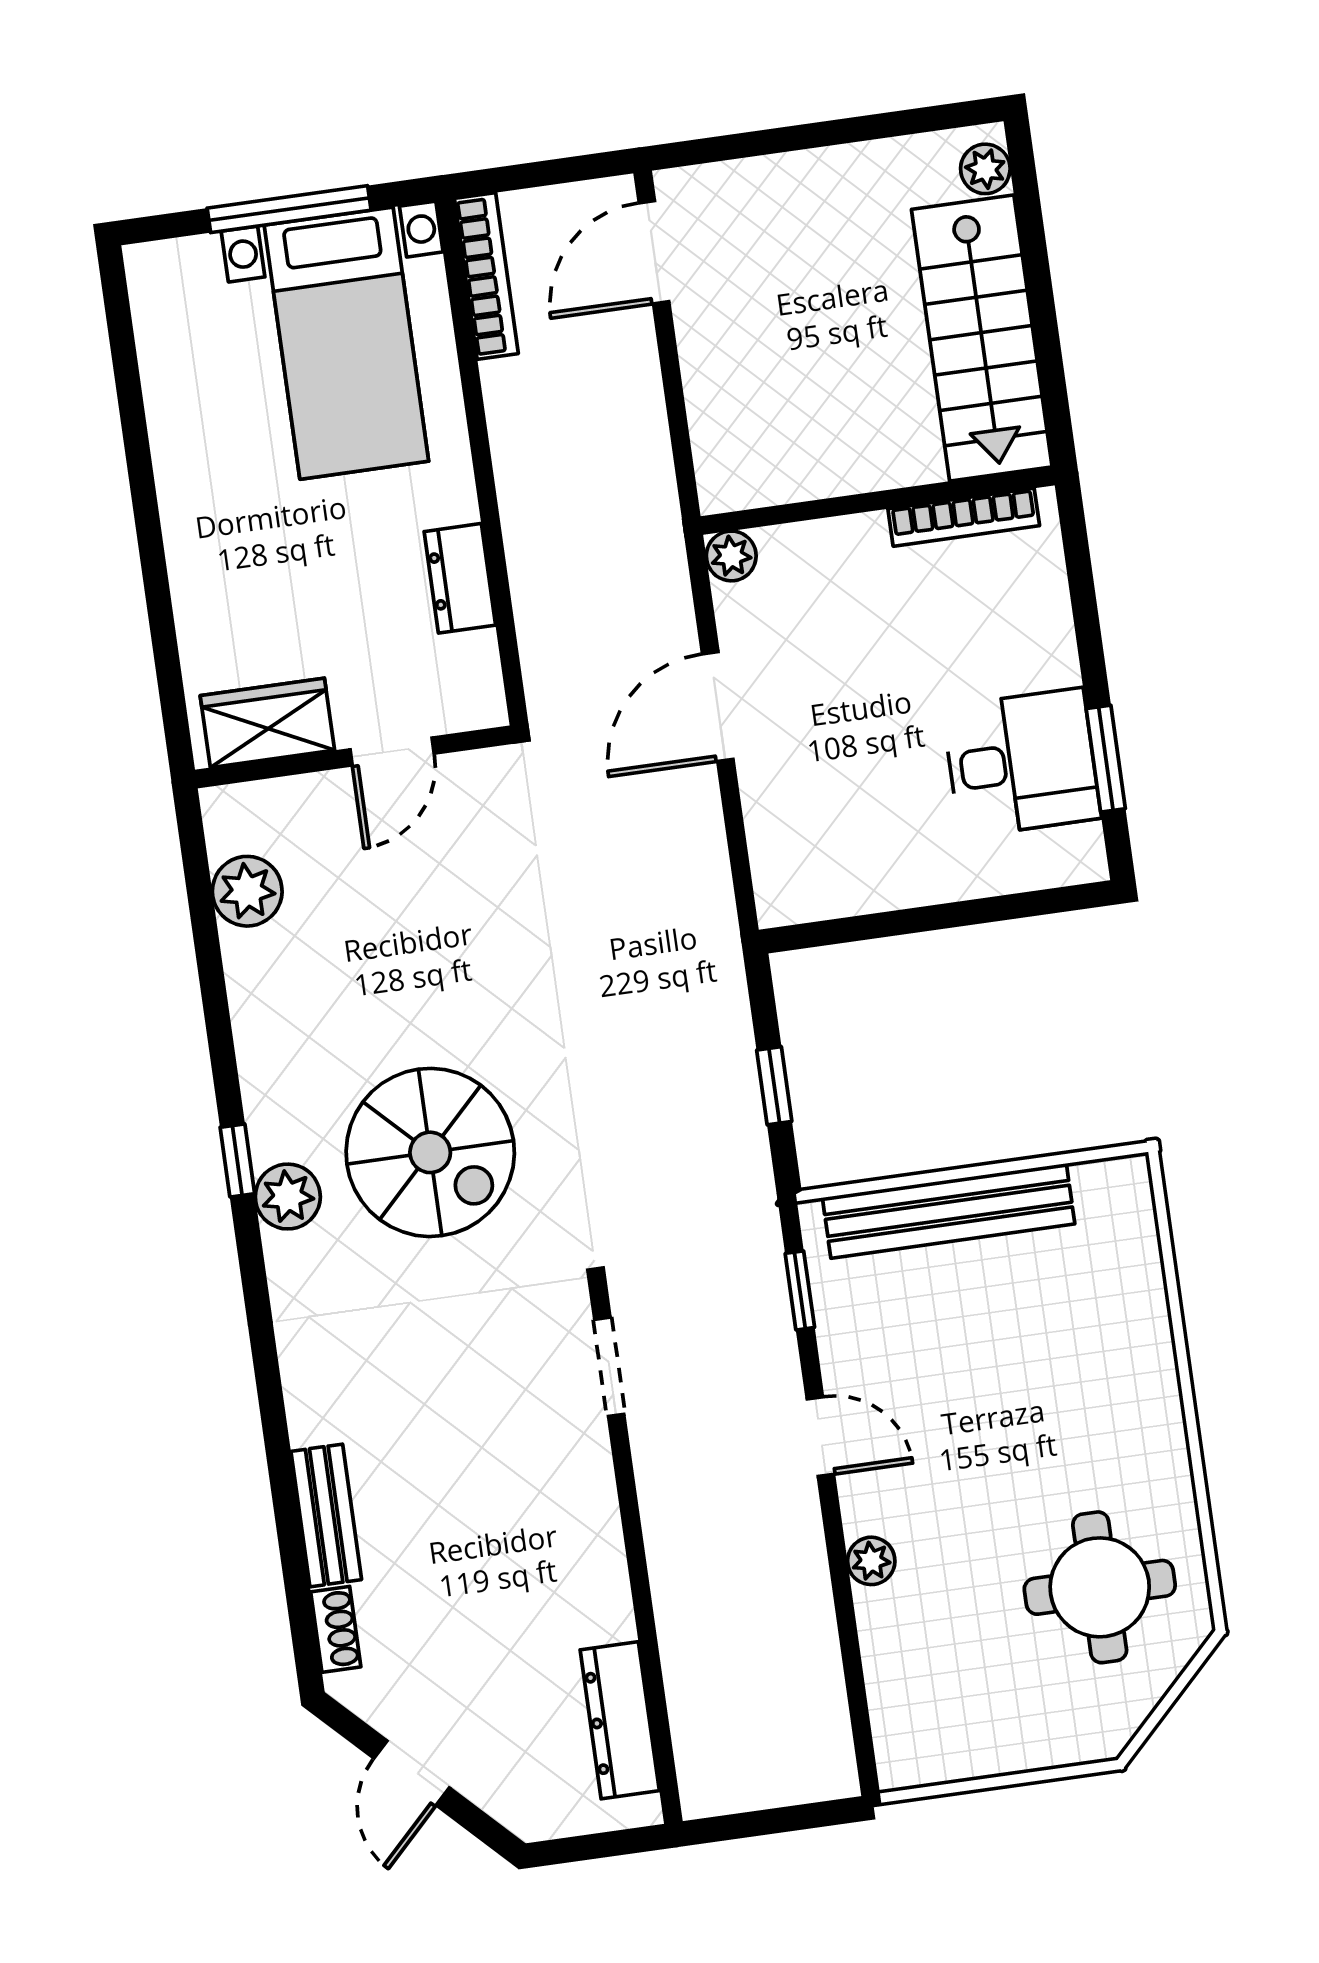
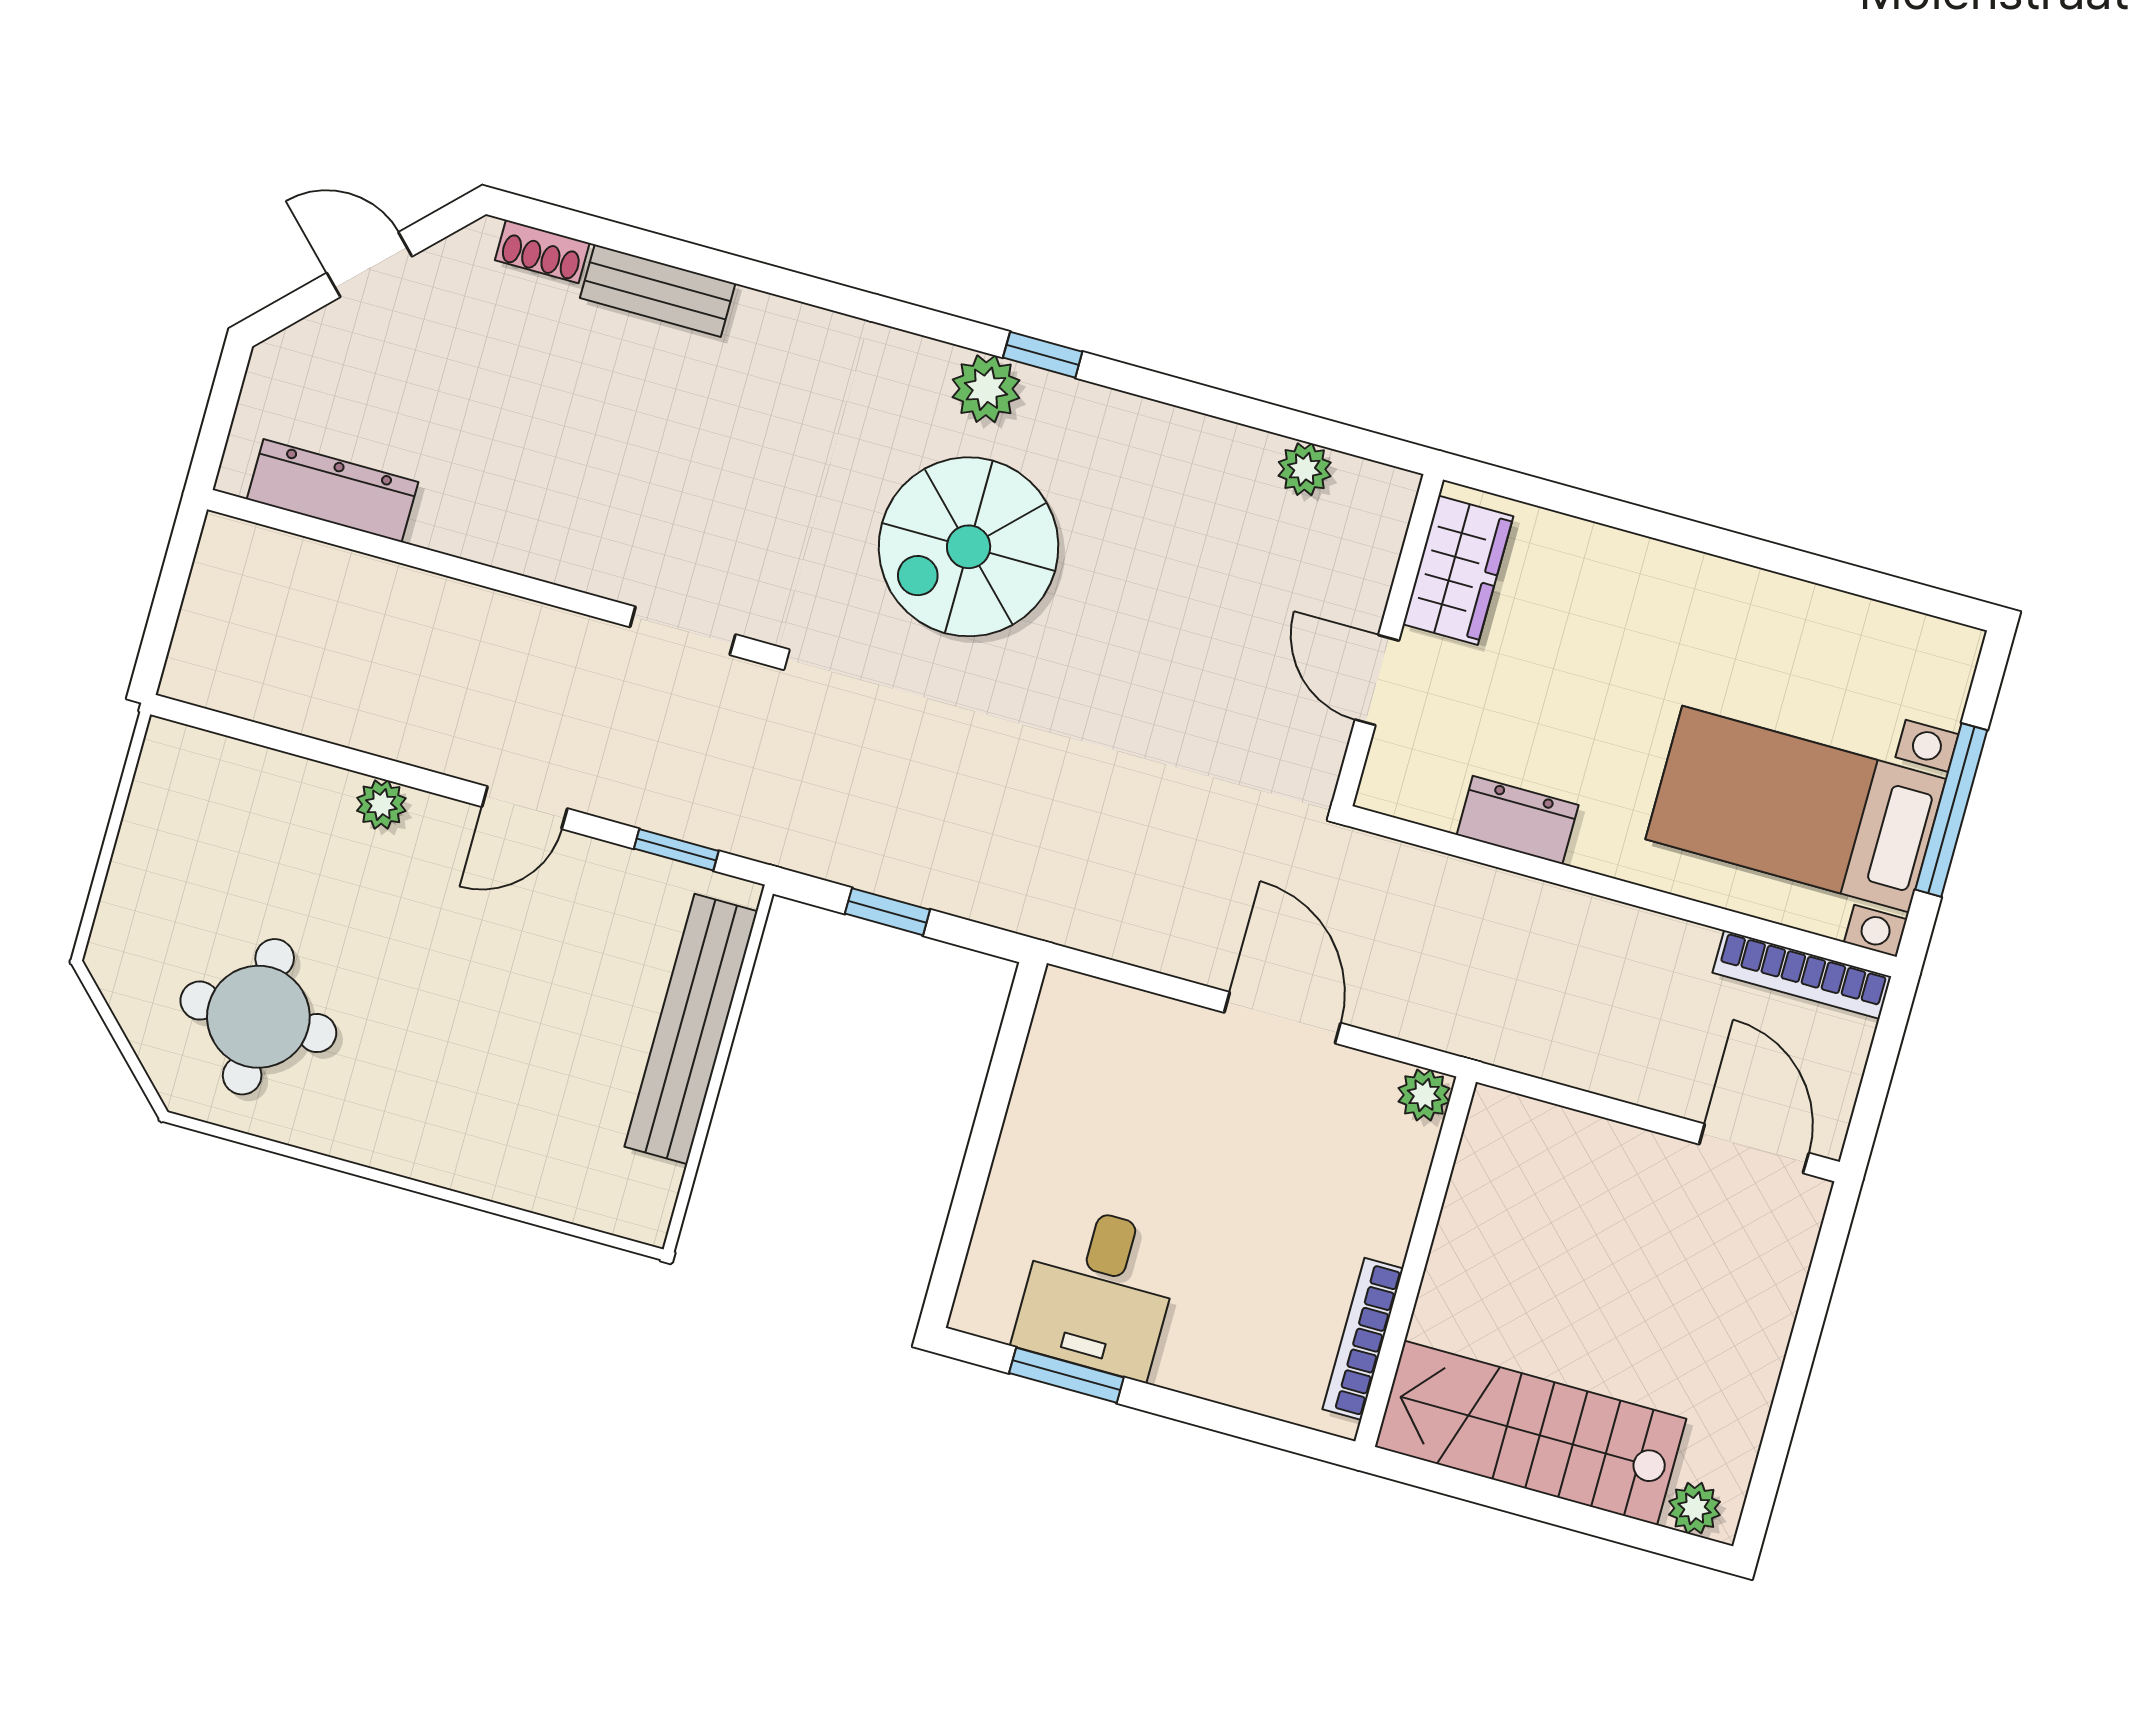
plant: (247, 891) -> (1305, 469), width x0.73, depth x0.73

